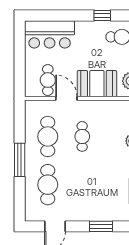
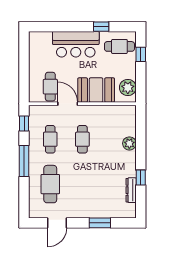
bar counter: (50, 34) -> (76, 44), moved
window: (20, 120) -> (24, 123), added
cafe table: (48, 136) -> (50, 139), width x0.73, depth x0.74

